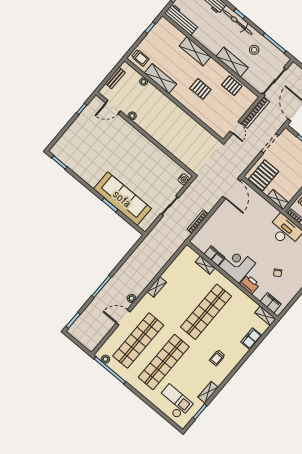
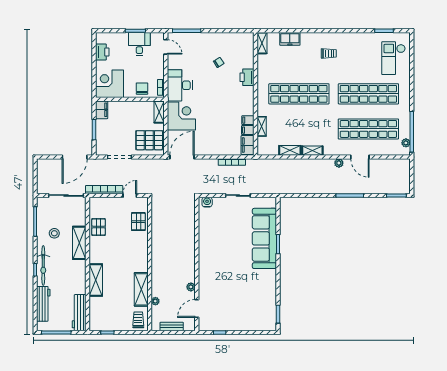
pallet: (200, 89) -> (138, 222), moved
door: (113, 107) -> (197, 308), swing flipped
corner desk: (237, 265) -> (181, 116), moved, turned 180
filing cabinet: (271, 303) -> (248, 145), moved
shelving: (208, 392) -> (290, 150), moved

